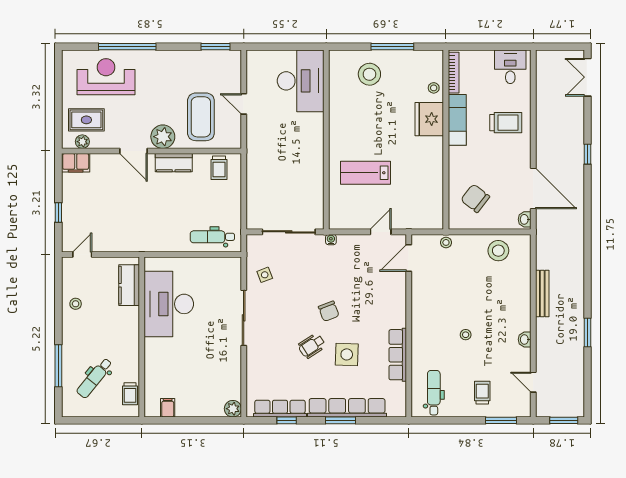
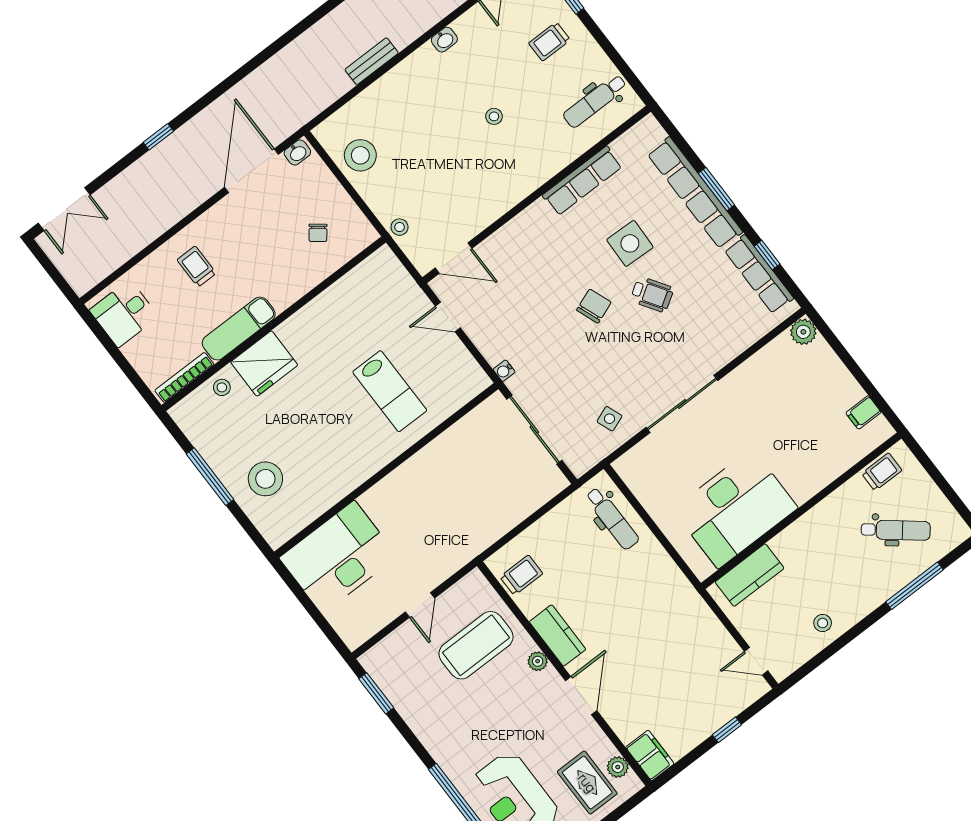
trolley: (506, 123) -> (197, 267), width x0.73, depth x0.72
plant: (163, 137) -> (538, 661), width x0.53, depth x0.53
chair: (475, 198) -> (318, 233), width x0.54, depth x0.54
bench: (542, 294) -> (372, 61), width x0.73

